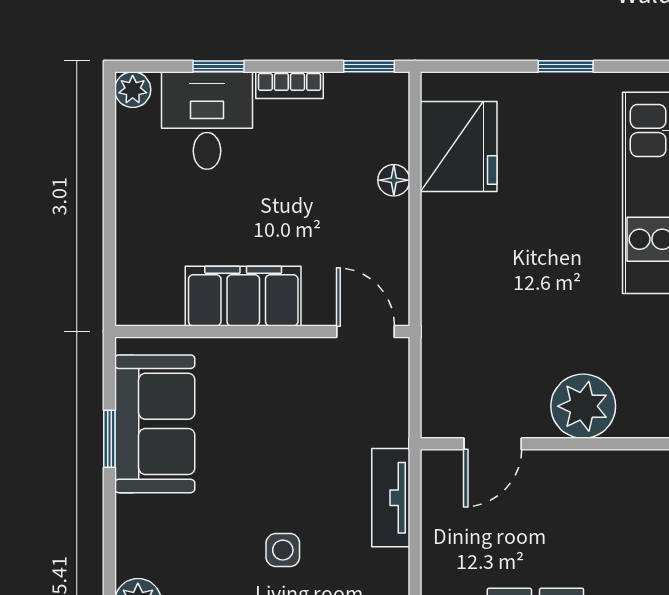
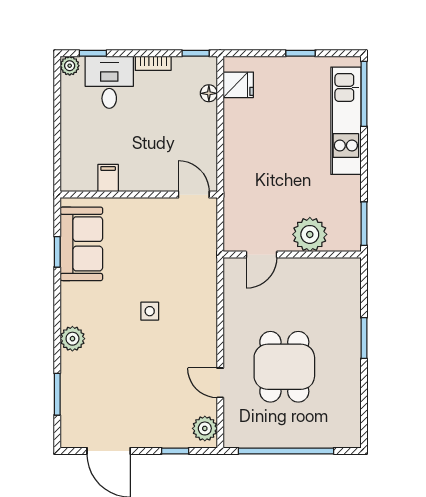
window: (218, 66) -> (93, 53), moved
fridge: (459, 147) -> (238, 85), width x0.53, depth x0.75
floor lamp: (394, 180) -> (209, 93), moved
filing cabinet: (243, 296) -> (108, 178), width x0.33, depth x0.86
tv unit: (391, 498) -> (207, 283), removed

